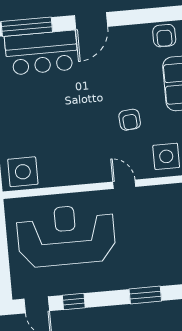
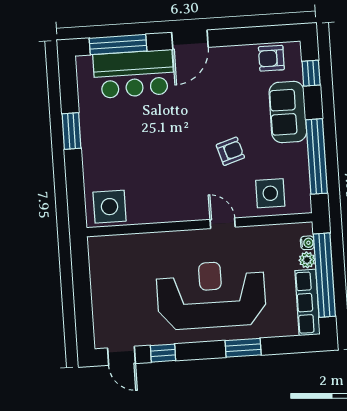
armchair: (164, 36) -> (271, 58), turned 90
armchair: (130, 120) -> (230, 151), turned -102
reception desk: (66, 235) -> (211, 295), moved

